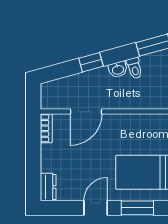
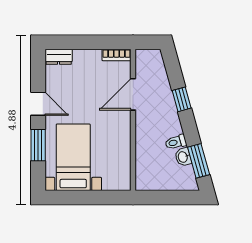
washbasin: (118, 69) -> (183, 157), moved
door: (86, 112) -> (133, 94), hinge flipped

